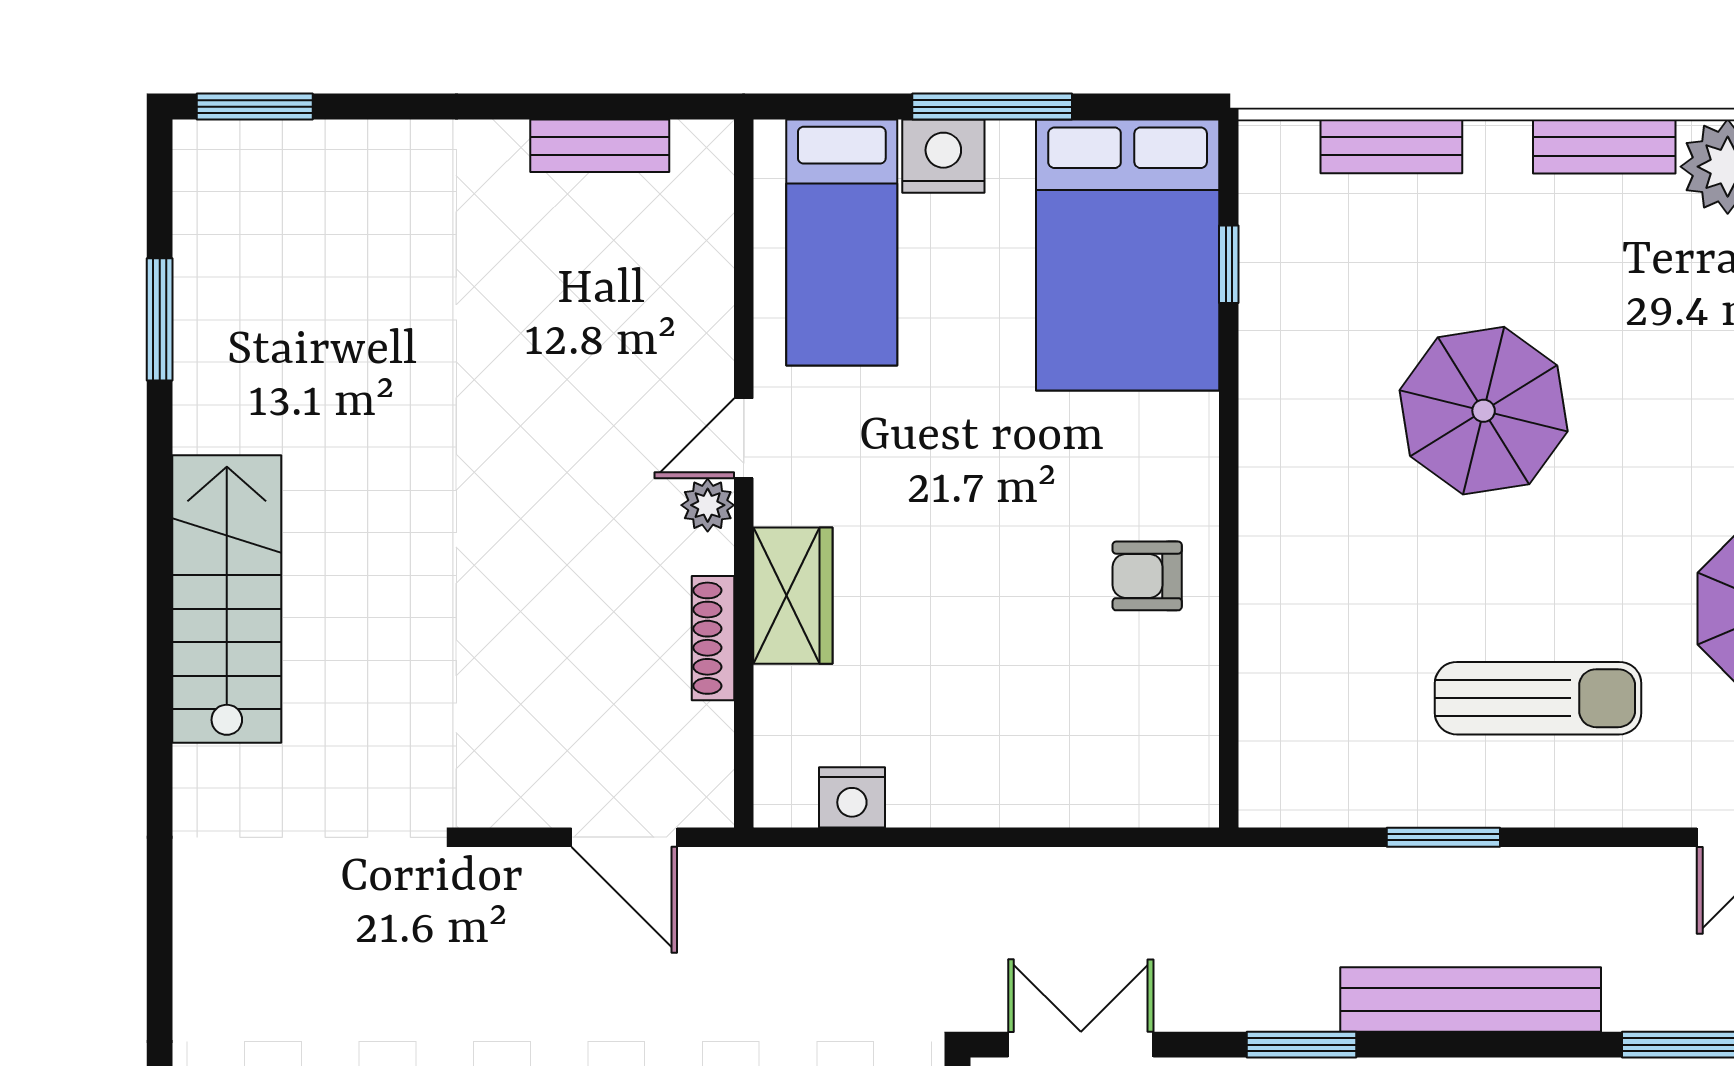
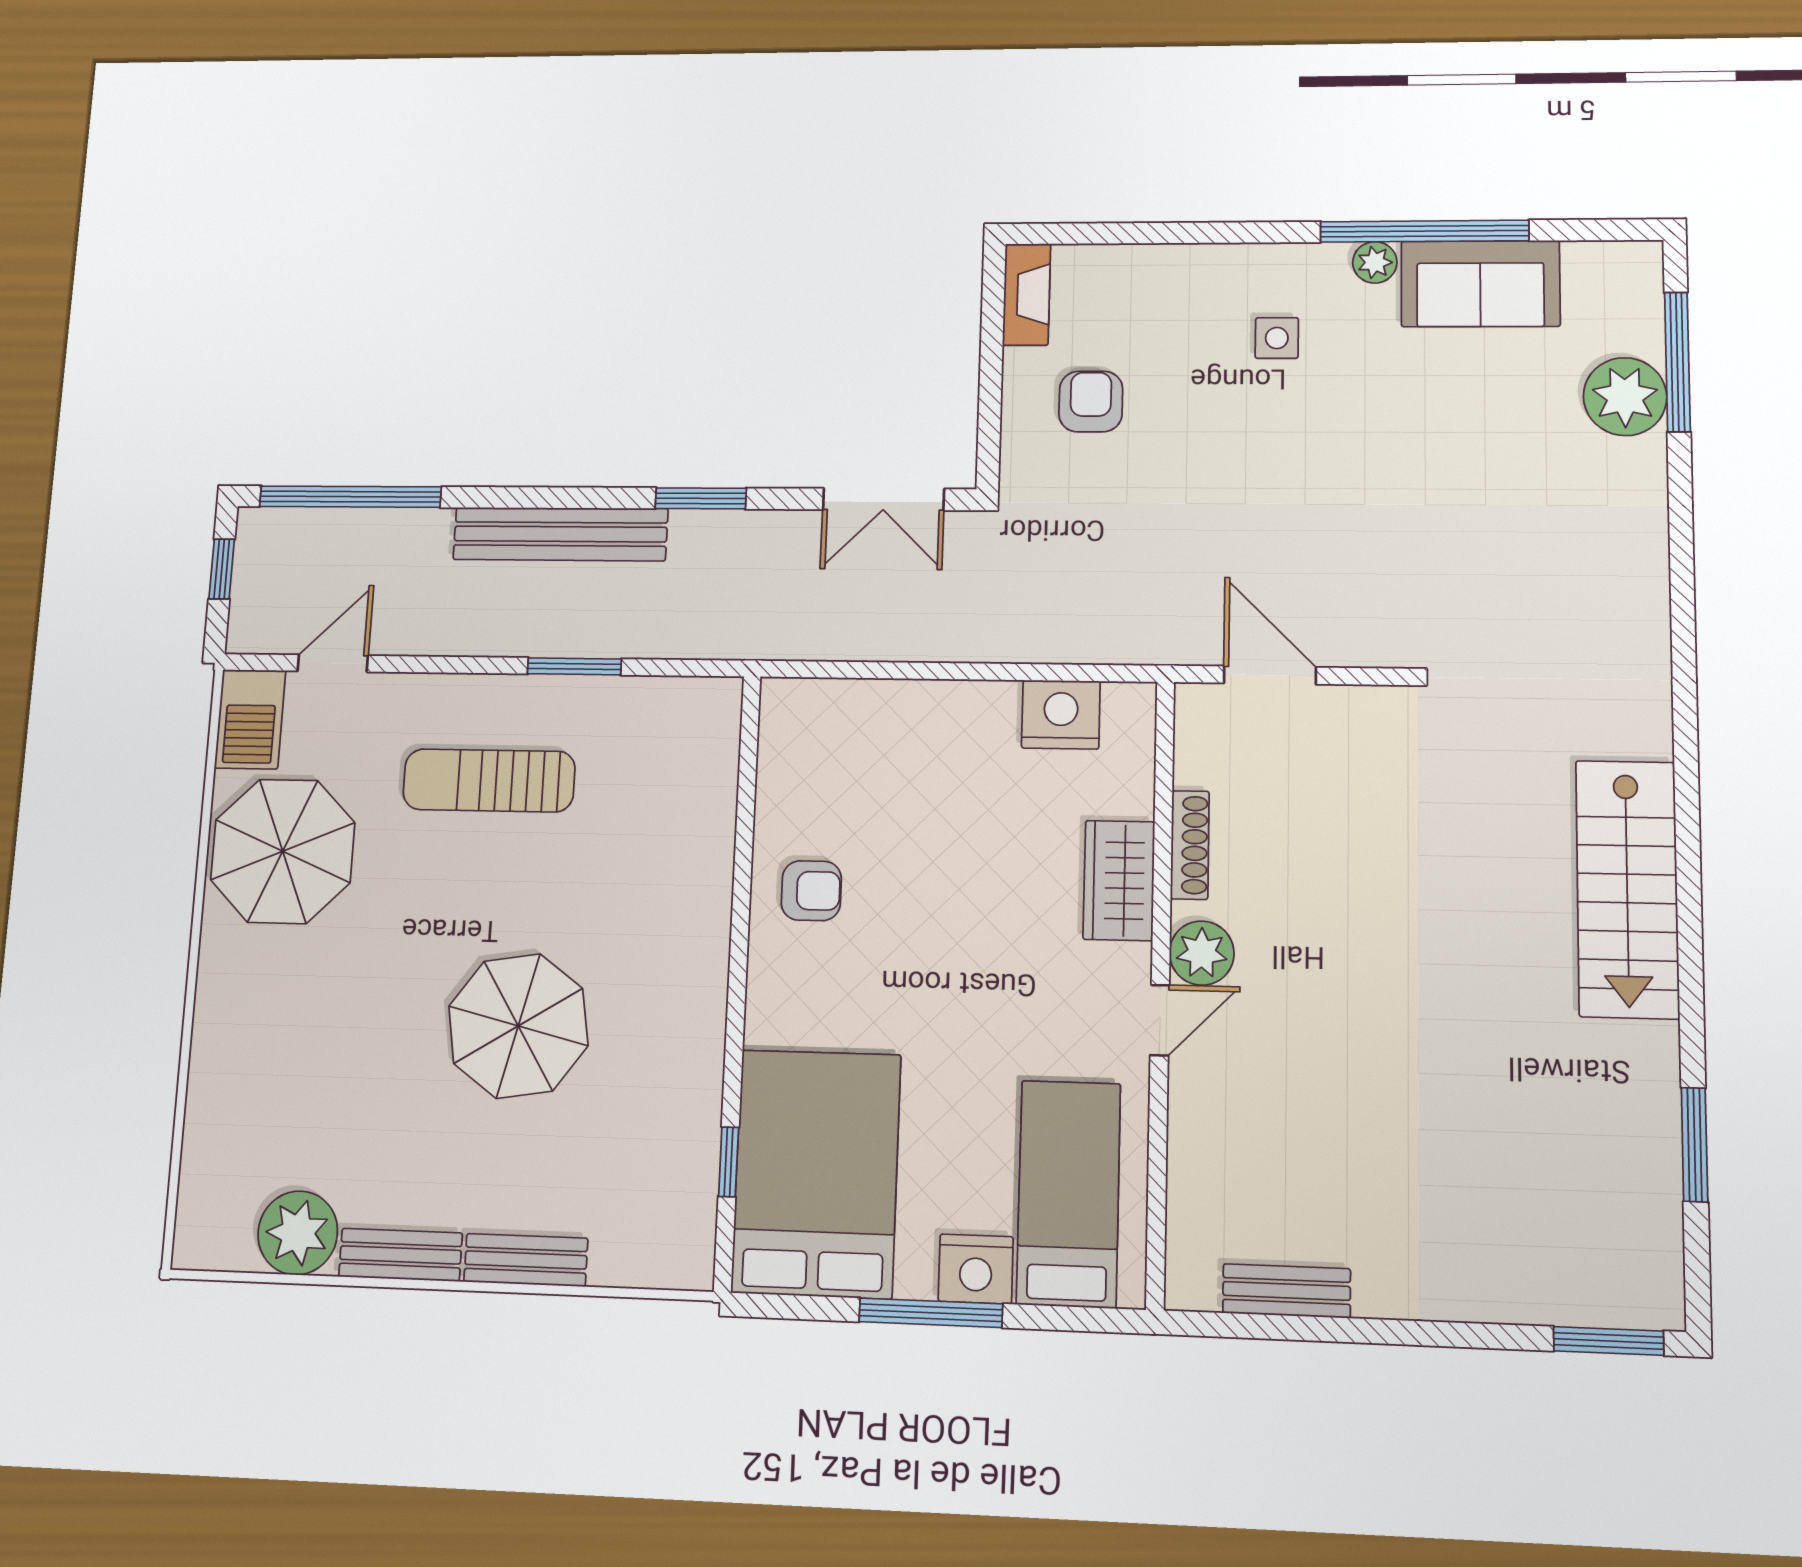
bench: (1391, 146) -> (526, 1260), moved
plant: (708, 505) -> (1202, 953), width x1.38, depth x1.38
nightstand: (852, 797) -> (1061, 715), width x1.36, depth x1.33

